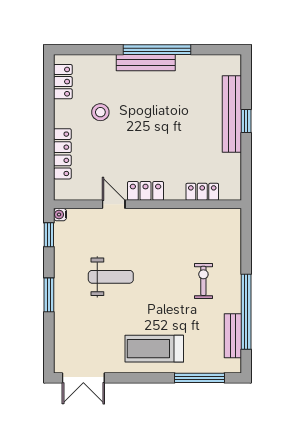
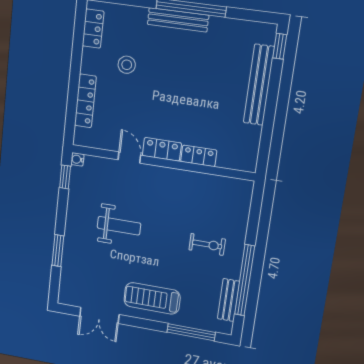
window: (246, 121) -> (280, 46), moved
locker: (202, 192) -> (199, 156), moved
exercise bike: (203, 281) -> (207, 244), turned 90
window: (49, 295) -> (58, 251), moved
double door: (83, 378) -> (99, 315), moved

